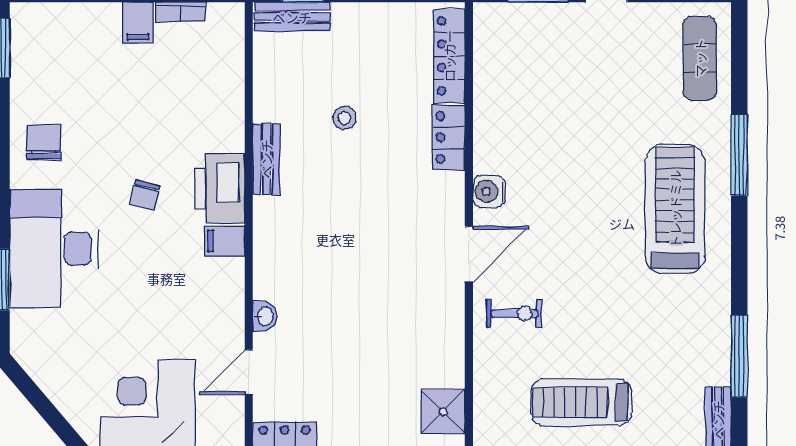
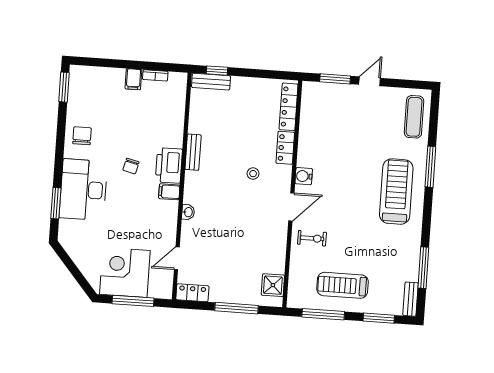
stool: (345, 118) -> (253, 174), moved
washbasin: (265, 316) -> (188, 212), moved

